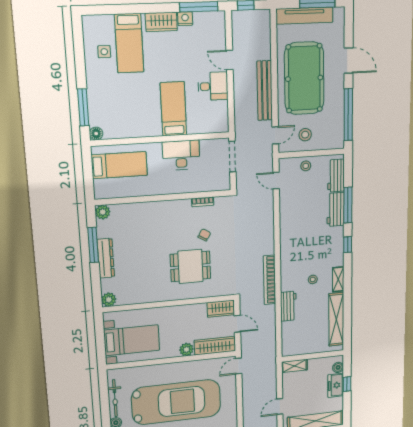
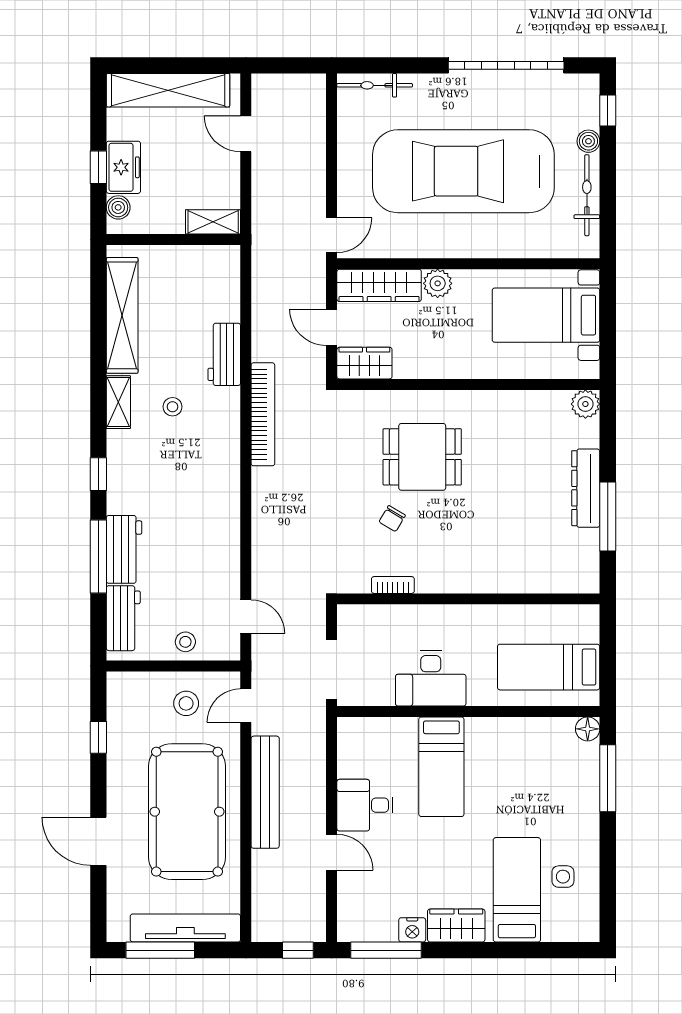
window: (348, 115) -> (98, 737), width x0.32
plant: (103, 212) -> (586, 579), removed
door: (280, 406) -> (246, 134), swing flipped

